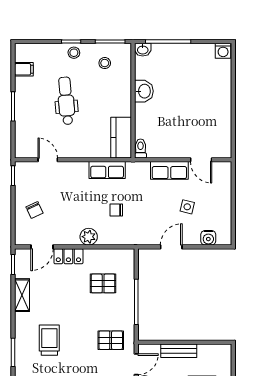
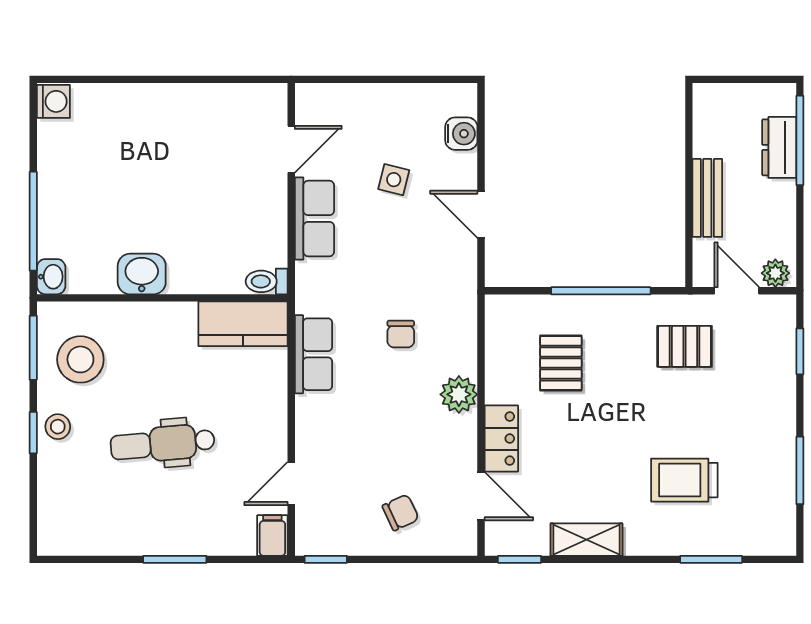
stool: (105, 63) -> (80, 359), width x1.89, depth x1.89
filing cabinet: (24, 69) -> (272, 536), moved
pallet: (111, 340) -> (685, 346), turned 90

